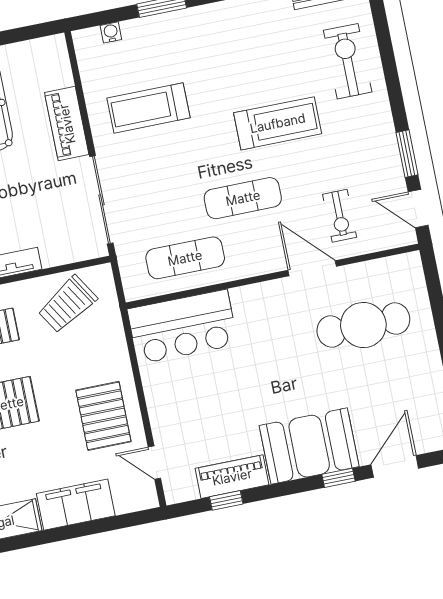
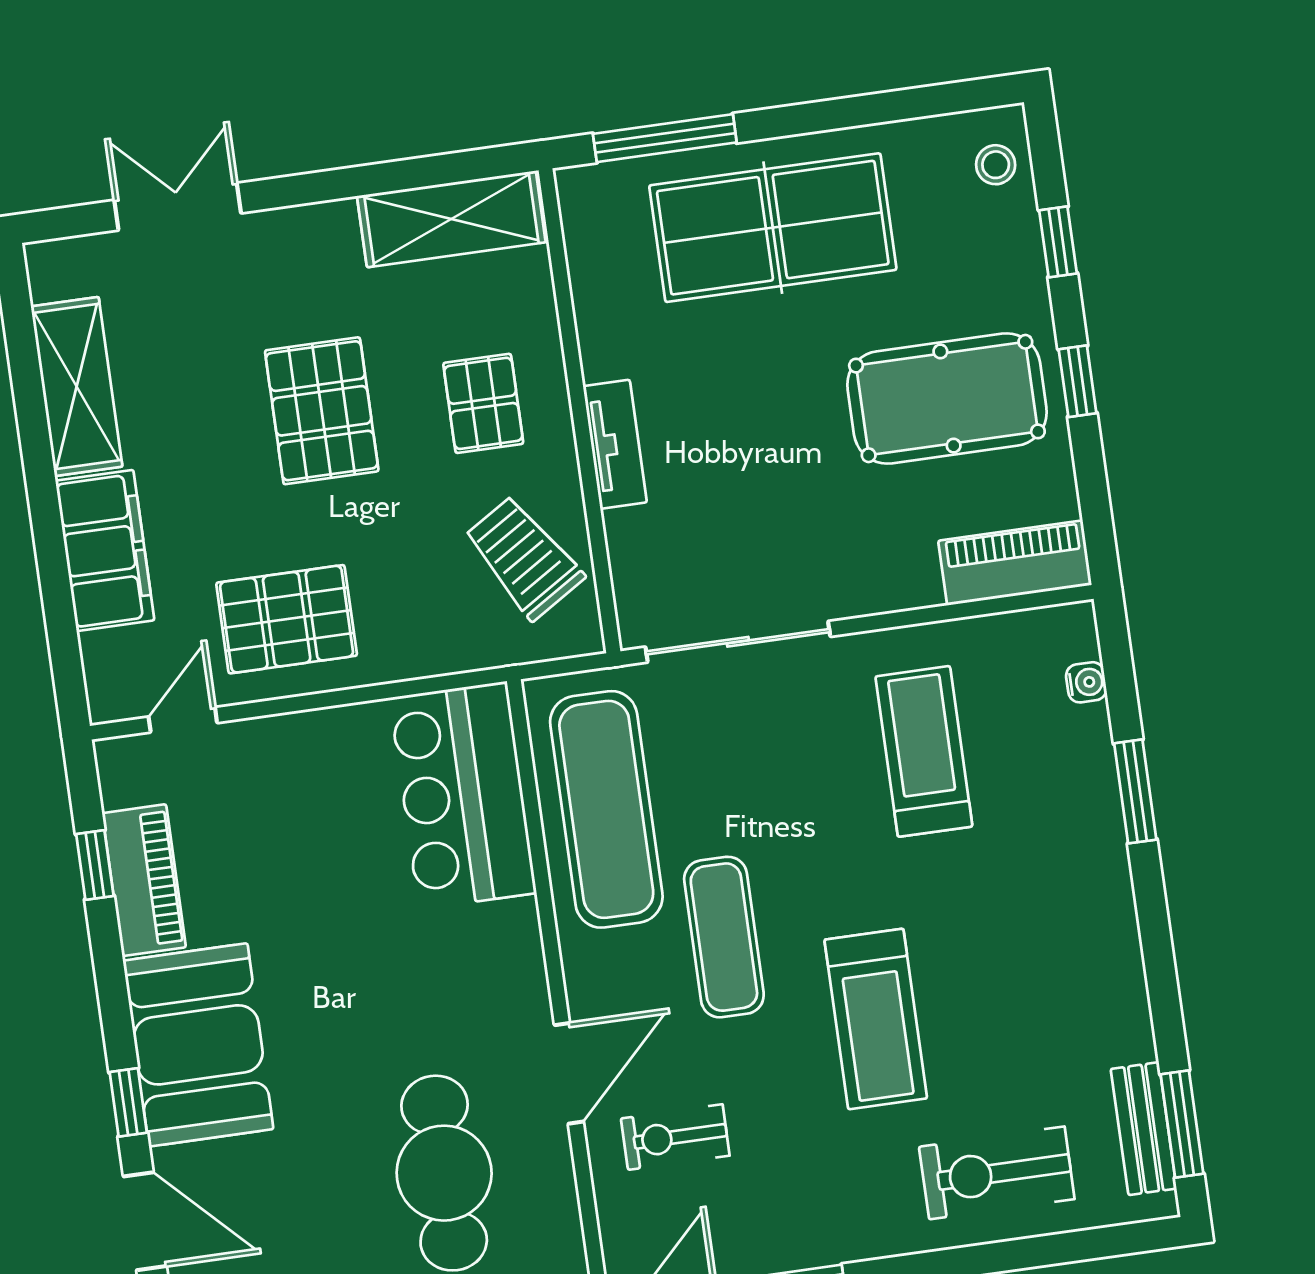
exercise bike: (348, 61) -> (997, 1173), turned 180
piano: (67, 124) -> (1015, 563), moved
exercise mat: (185, 258) -> (606, 809), width x1.36, depth x1.45

